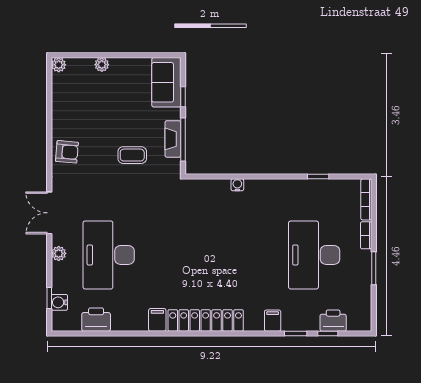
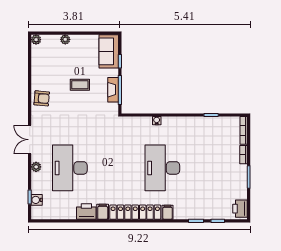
coffee table: (132, 155) -> (80, 85), moved
desk: (314, 255) -> (162, 168), moved
printer: (96, 320) -> (86, 212), moved
filing cabinet: (273, 321) -> (168, 212), moved
printer: (333, 321) -> (240, 209), moved, turned -90

